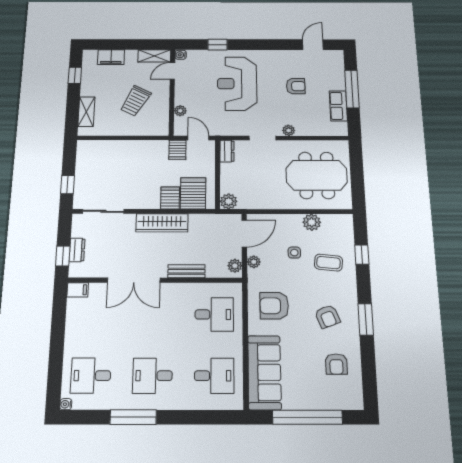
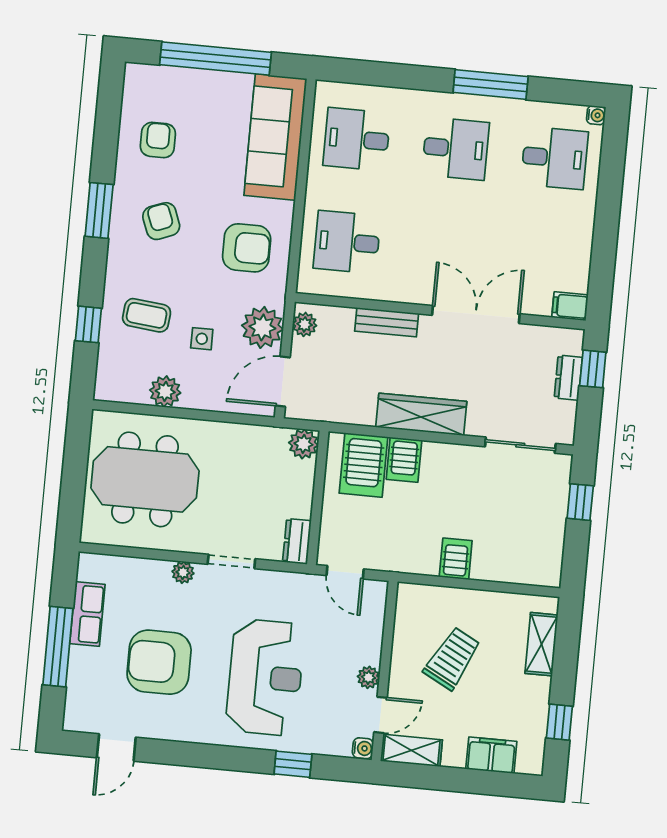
armchair: (296, 86) -> (159, 662), width x1.88, depth x1.88
plant: (180, 111) -> (368, 677), moved
server rack: (177, 150) -> (456, 559), moved
plant: (254, 262) -> (262, 327), width x1.88, depth x1.88

